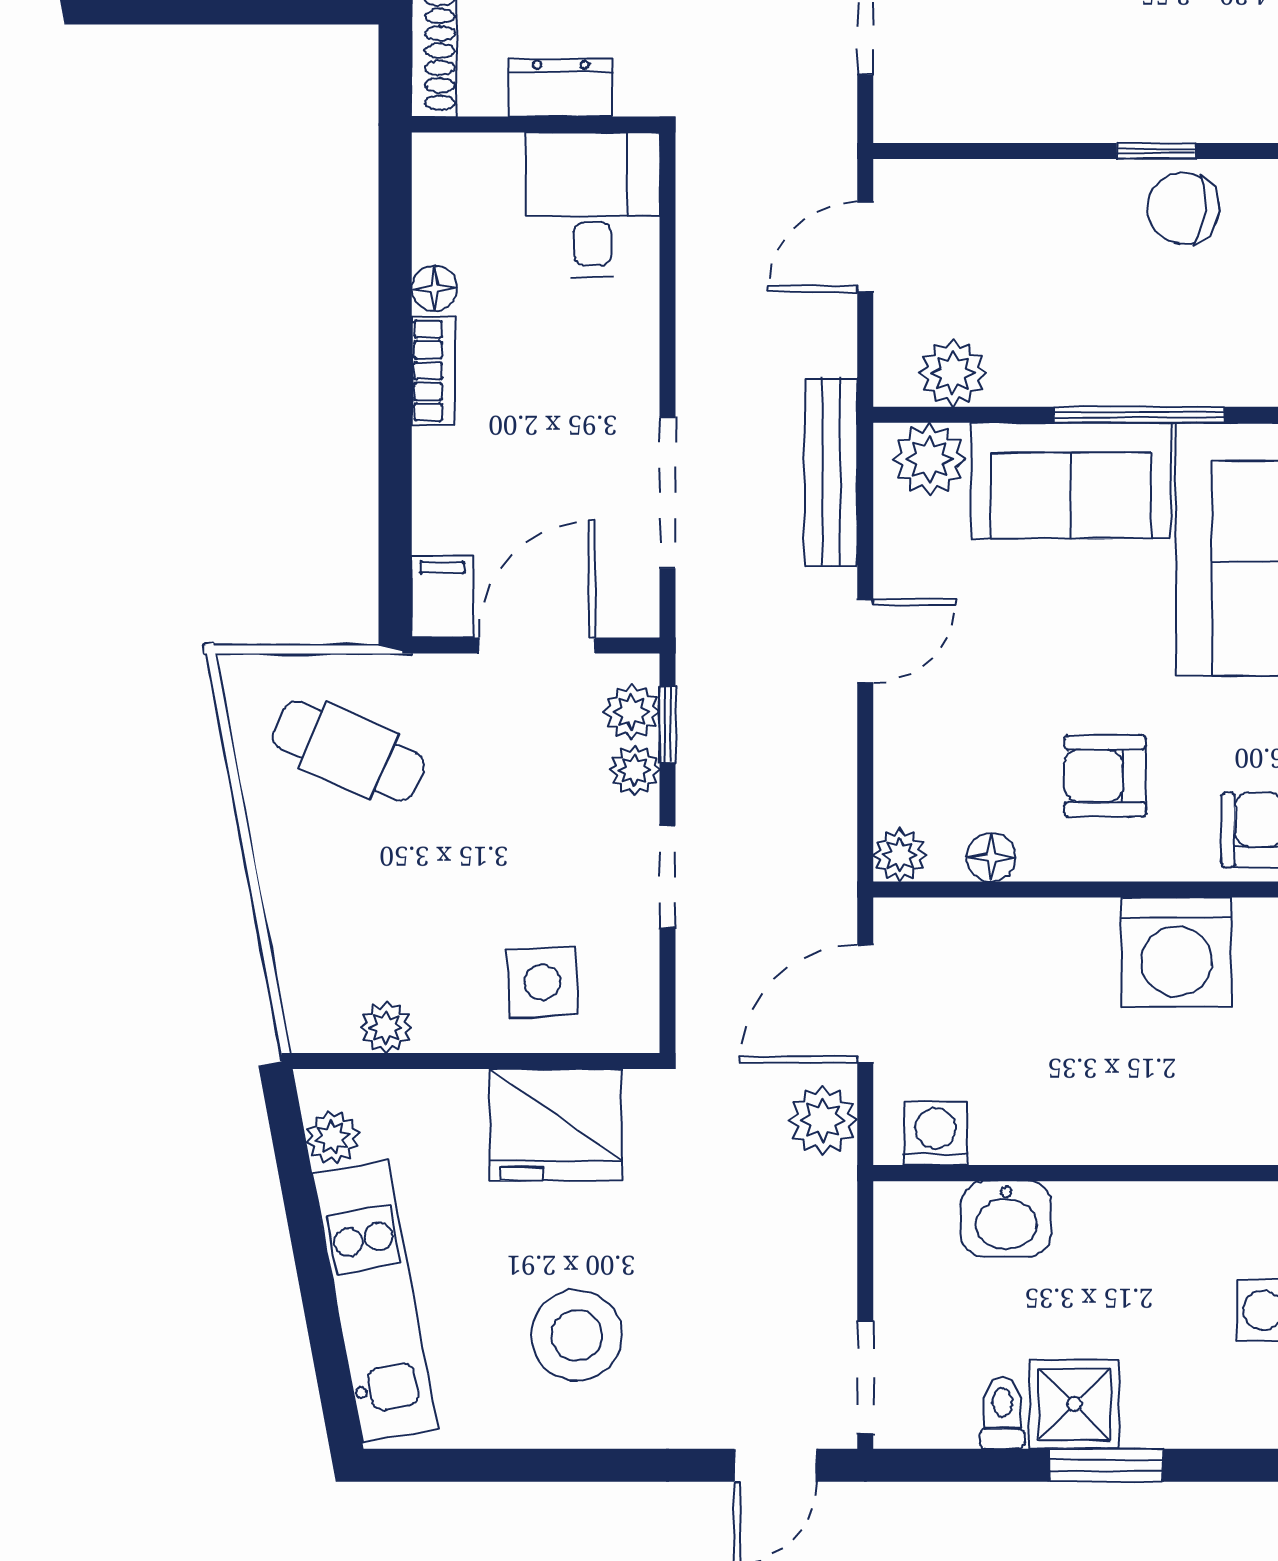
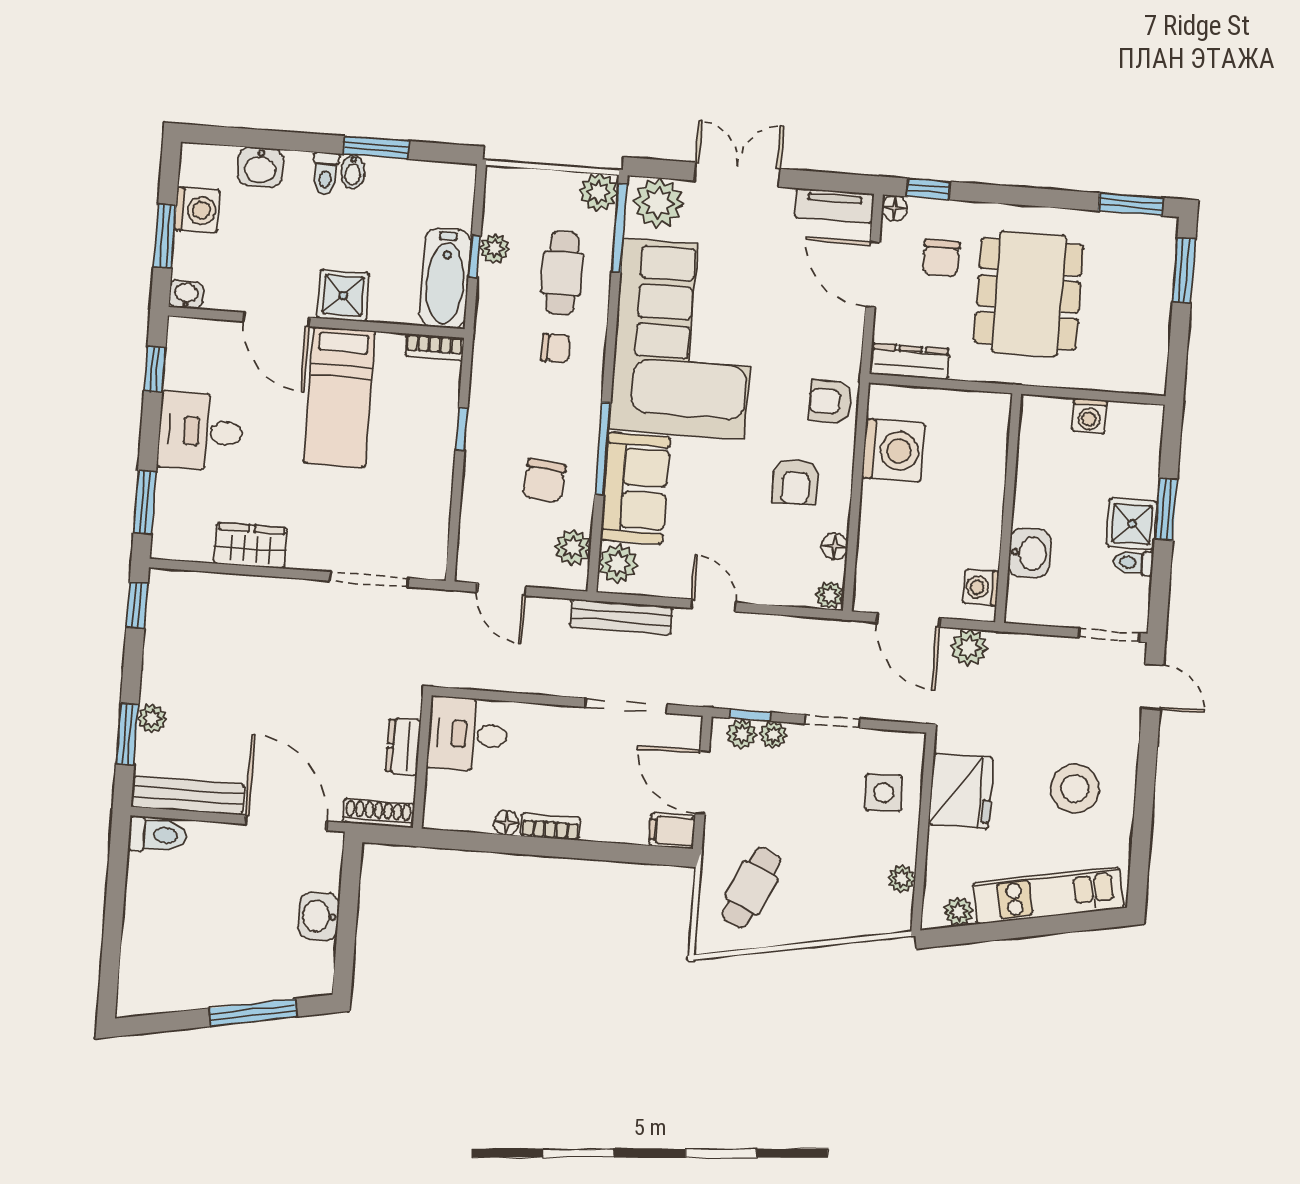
chair: (1183, 208) -> (544, 481), moved

